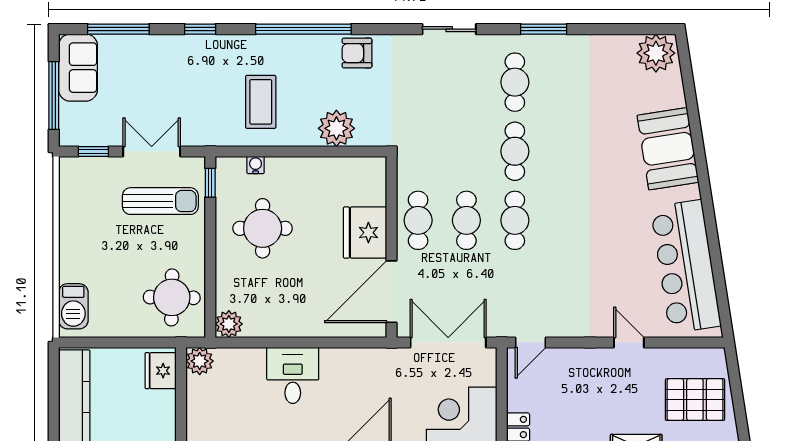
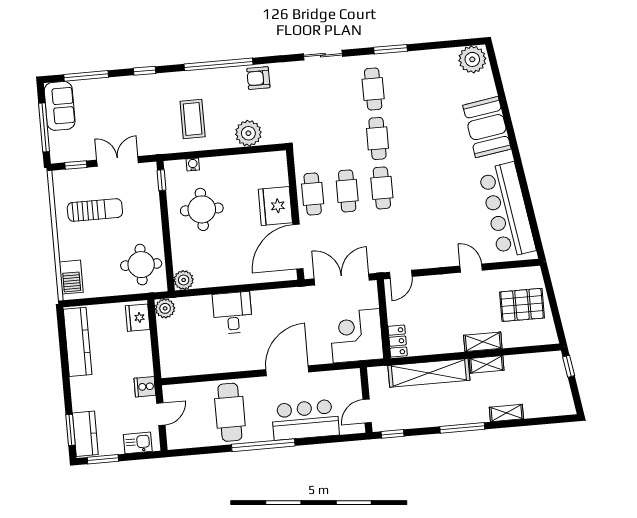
sun lounger: (160, 201) -> (95, 210), moved

